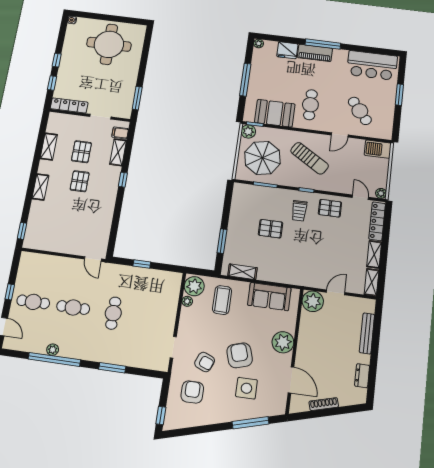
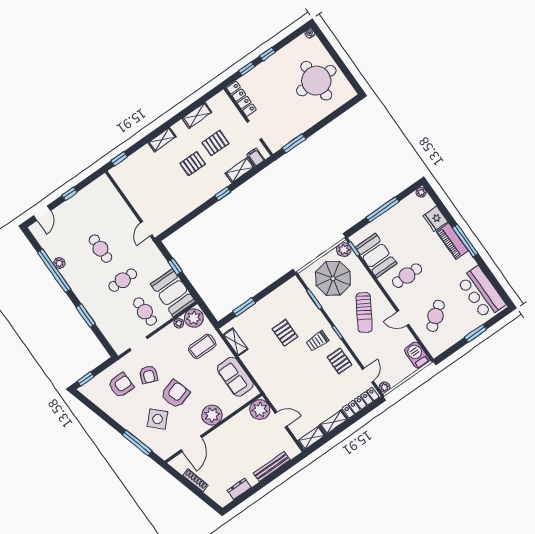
booth: (160, 284) -> (173, 293), added
cafe table: (33, 302) -> (145, 312), moved
side table: (246, 388) -> (158, 419), turned 45

